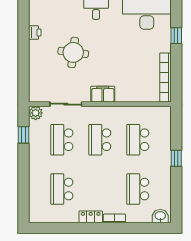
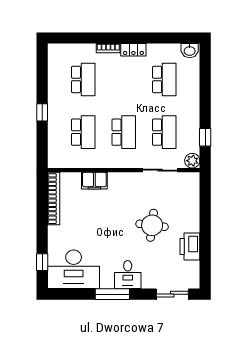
printer: (35, 33) -> (190, 247), width x1.87, depth x1.48
window: (176, 36) -> (42, 262), moved
filing cabinet: (103, 94) -> (94, 181), moved
washbasin: (160, 216) -> (190, 51), moved

